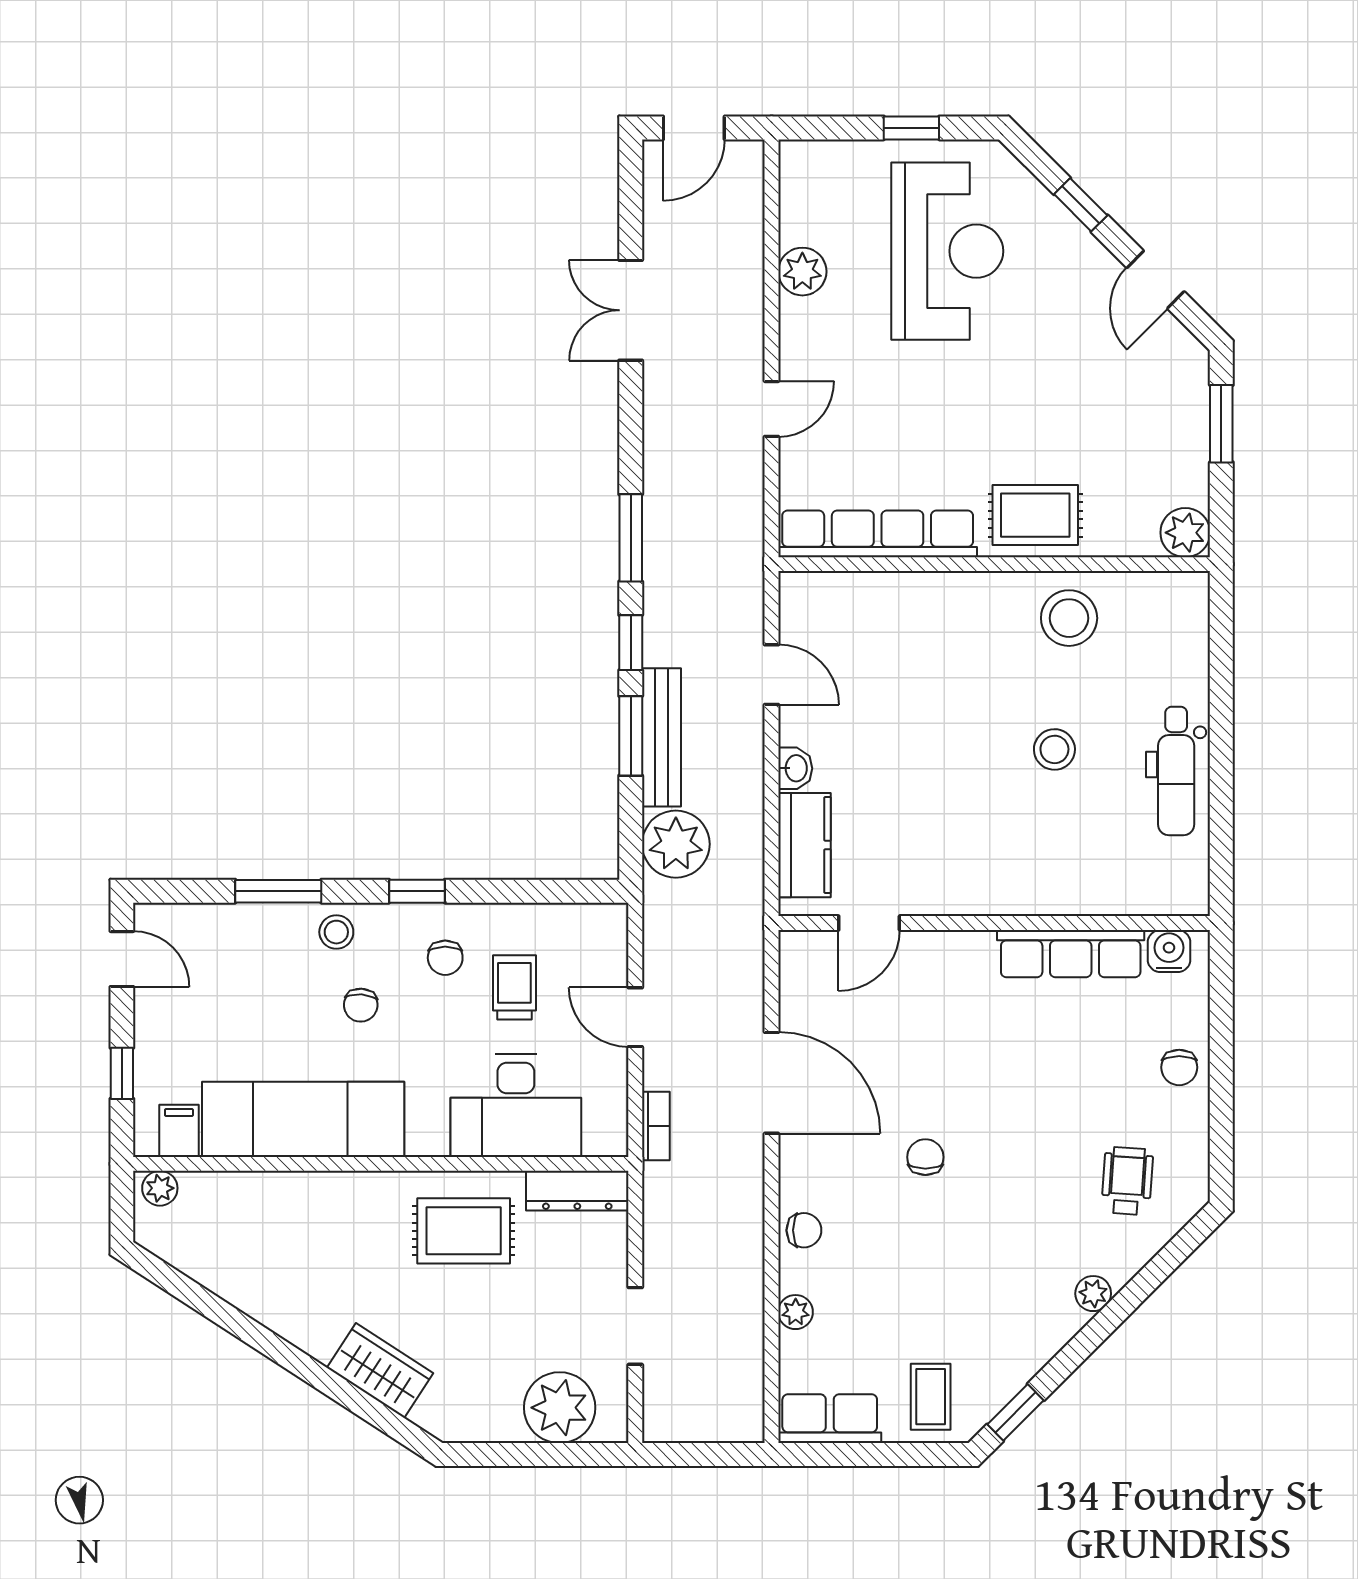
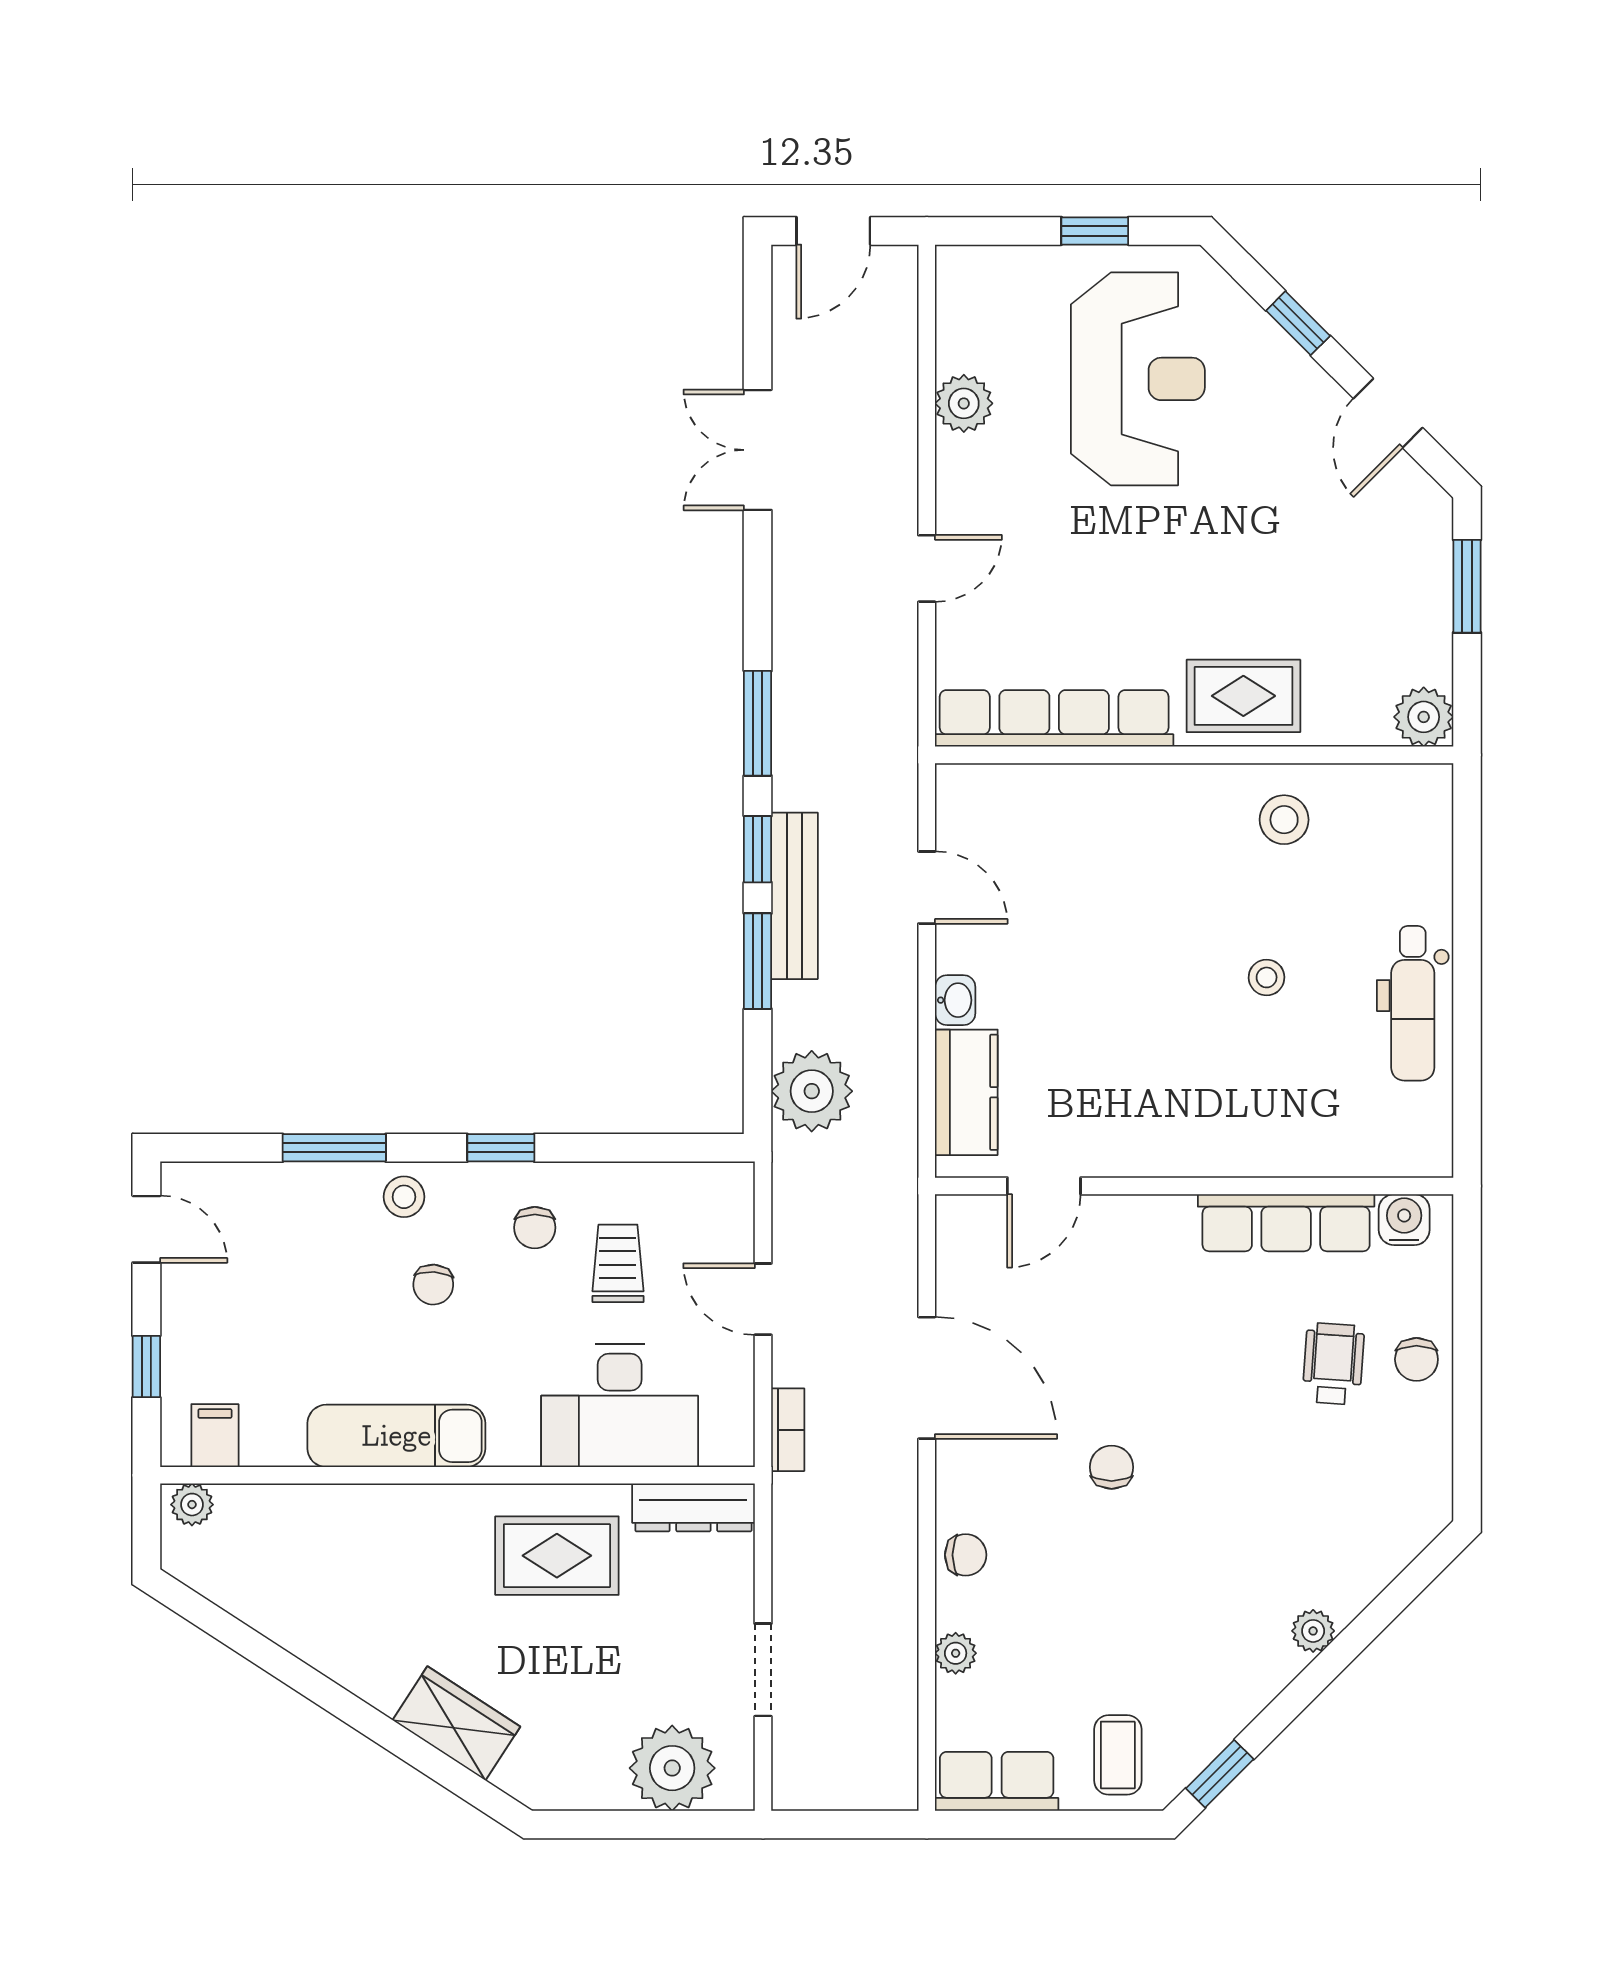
stool: (1069, 618) -> (1284, 820), width x0.73, depth x0.73
bench: (661, 737) -> (795, 896), moved
stool: (1054, 749) -> (1267, 977), width x0.73, depth x0.73
exam couch: (303, 1119) -> (396, 1436), width x0.73, depth x0.69
wheelchair: (1127, 1181) -> (1333, 1364), moved

